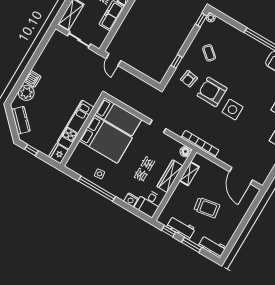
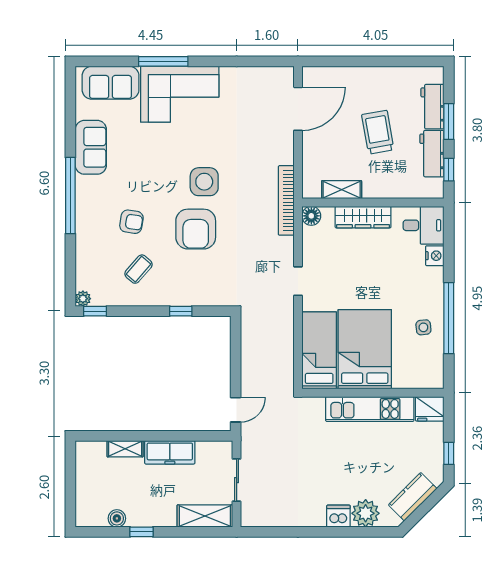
armchair: (189, 79) -> (131, 222), moved
workbench: (212, 246) -> (432, 107), moved

